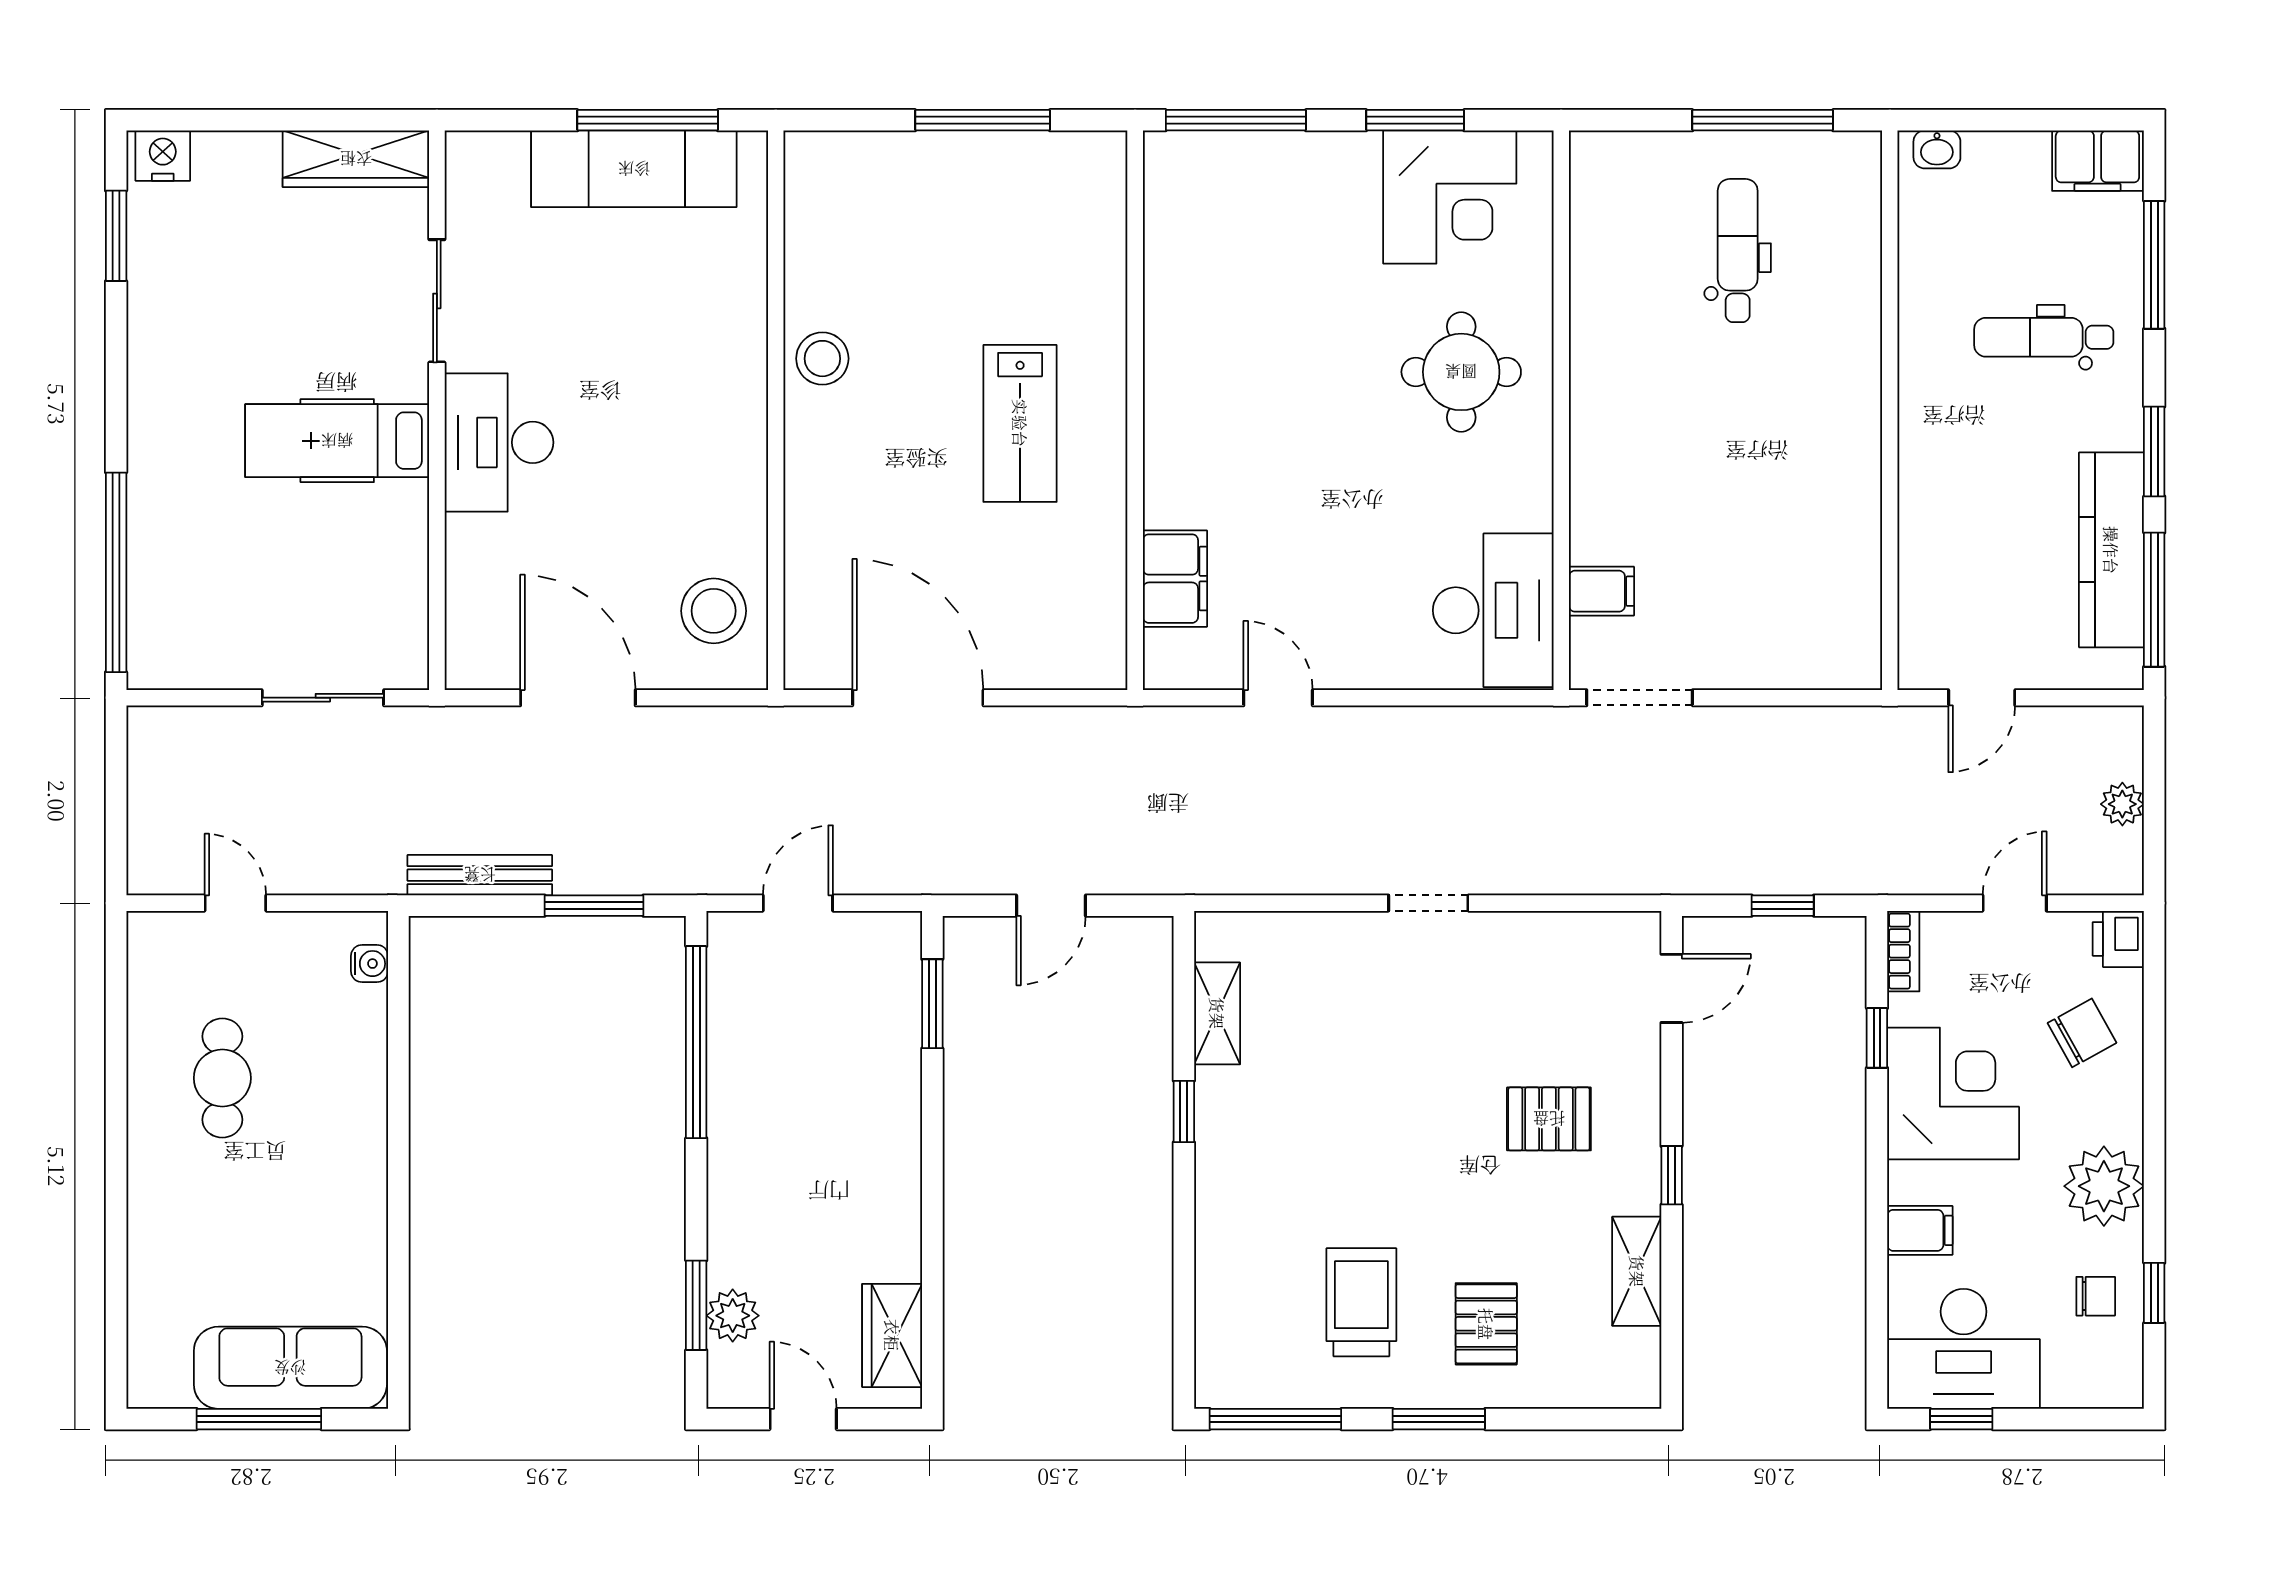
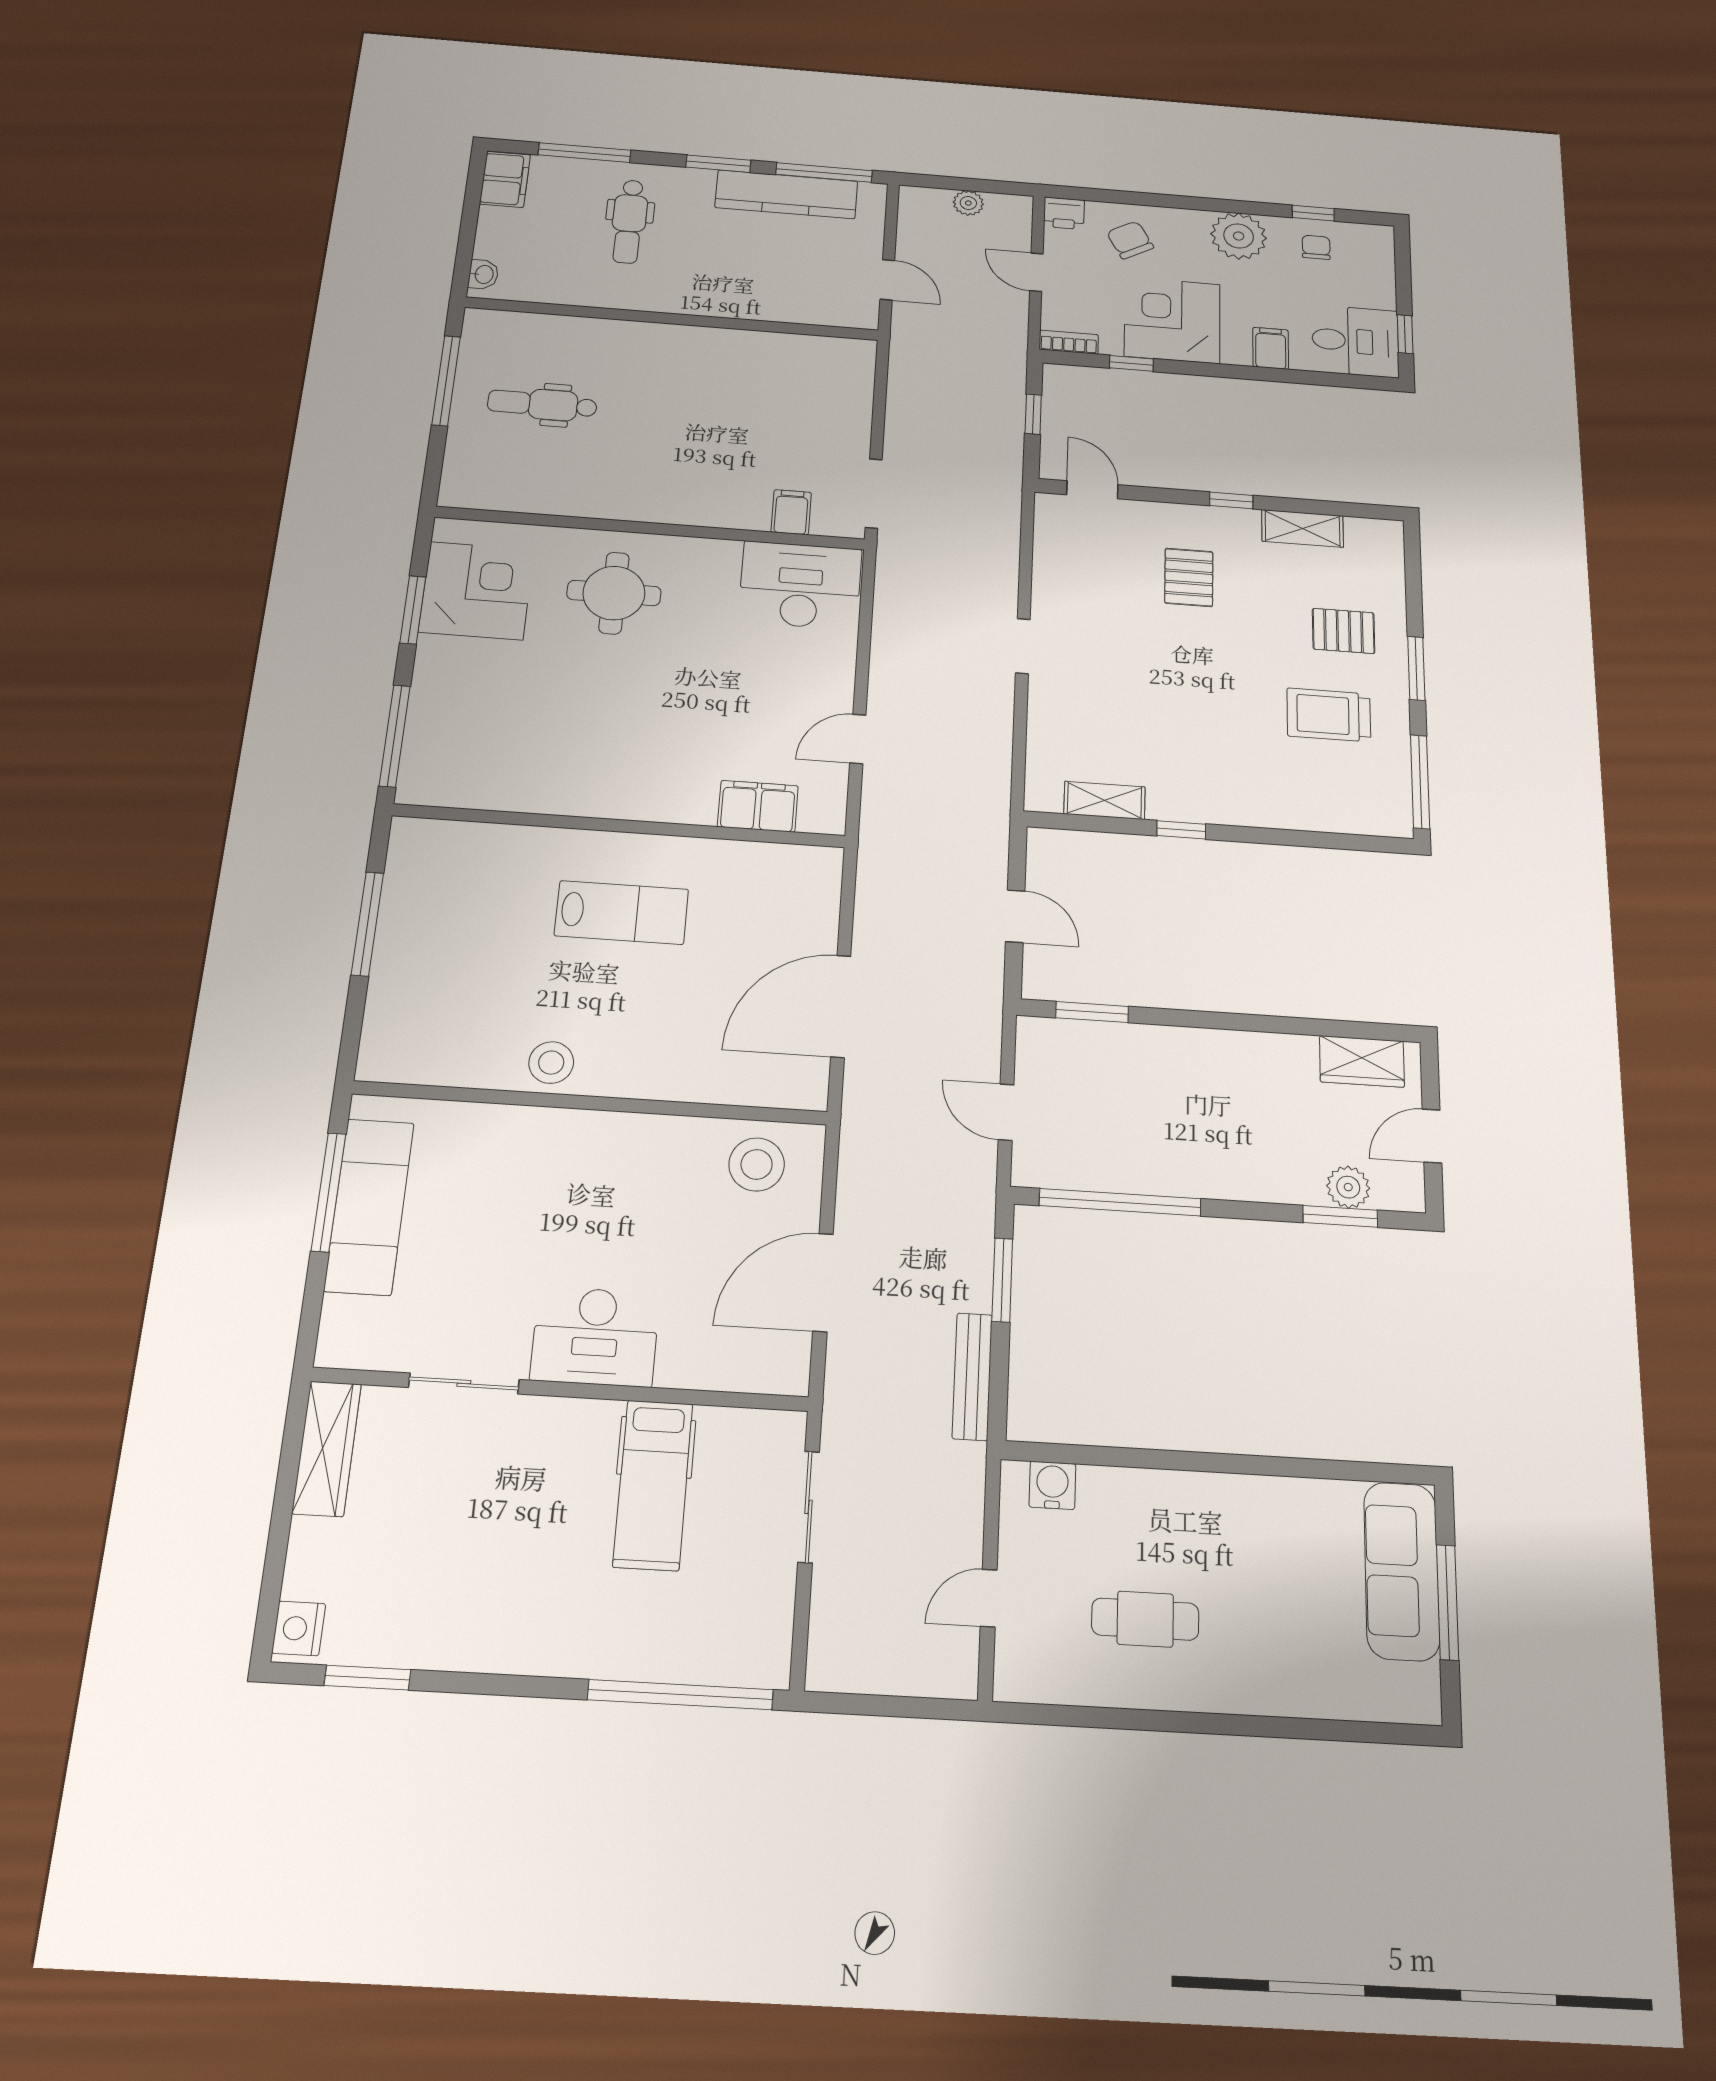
hospital bed: (337, 441) -> (653, 1485), moved
water cooler: (370, 964) -> (1052, 1485), width x1.38, depth x1.38
desk: (1964, 1349) -> (1355, 341), width x0.73

